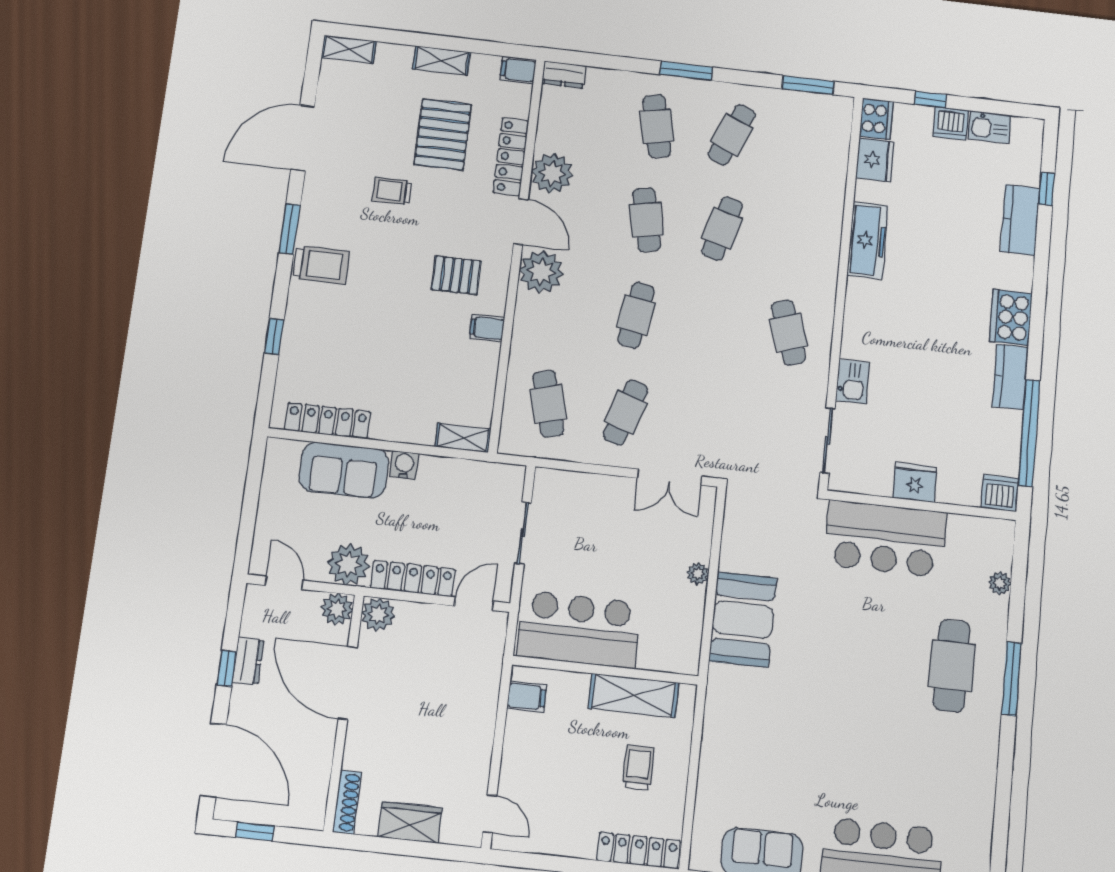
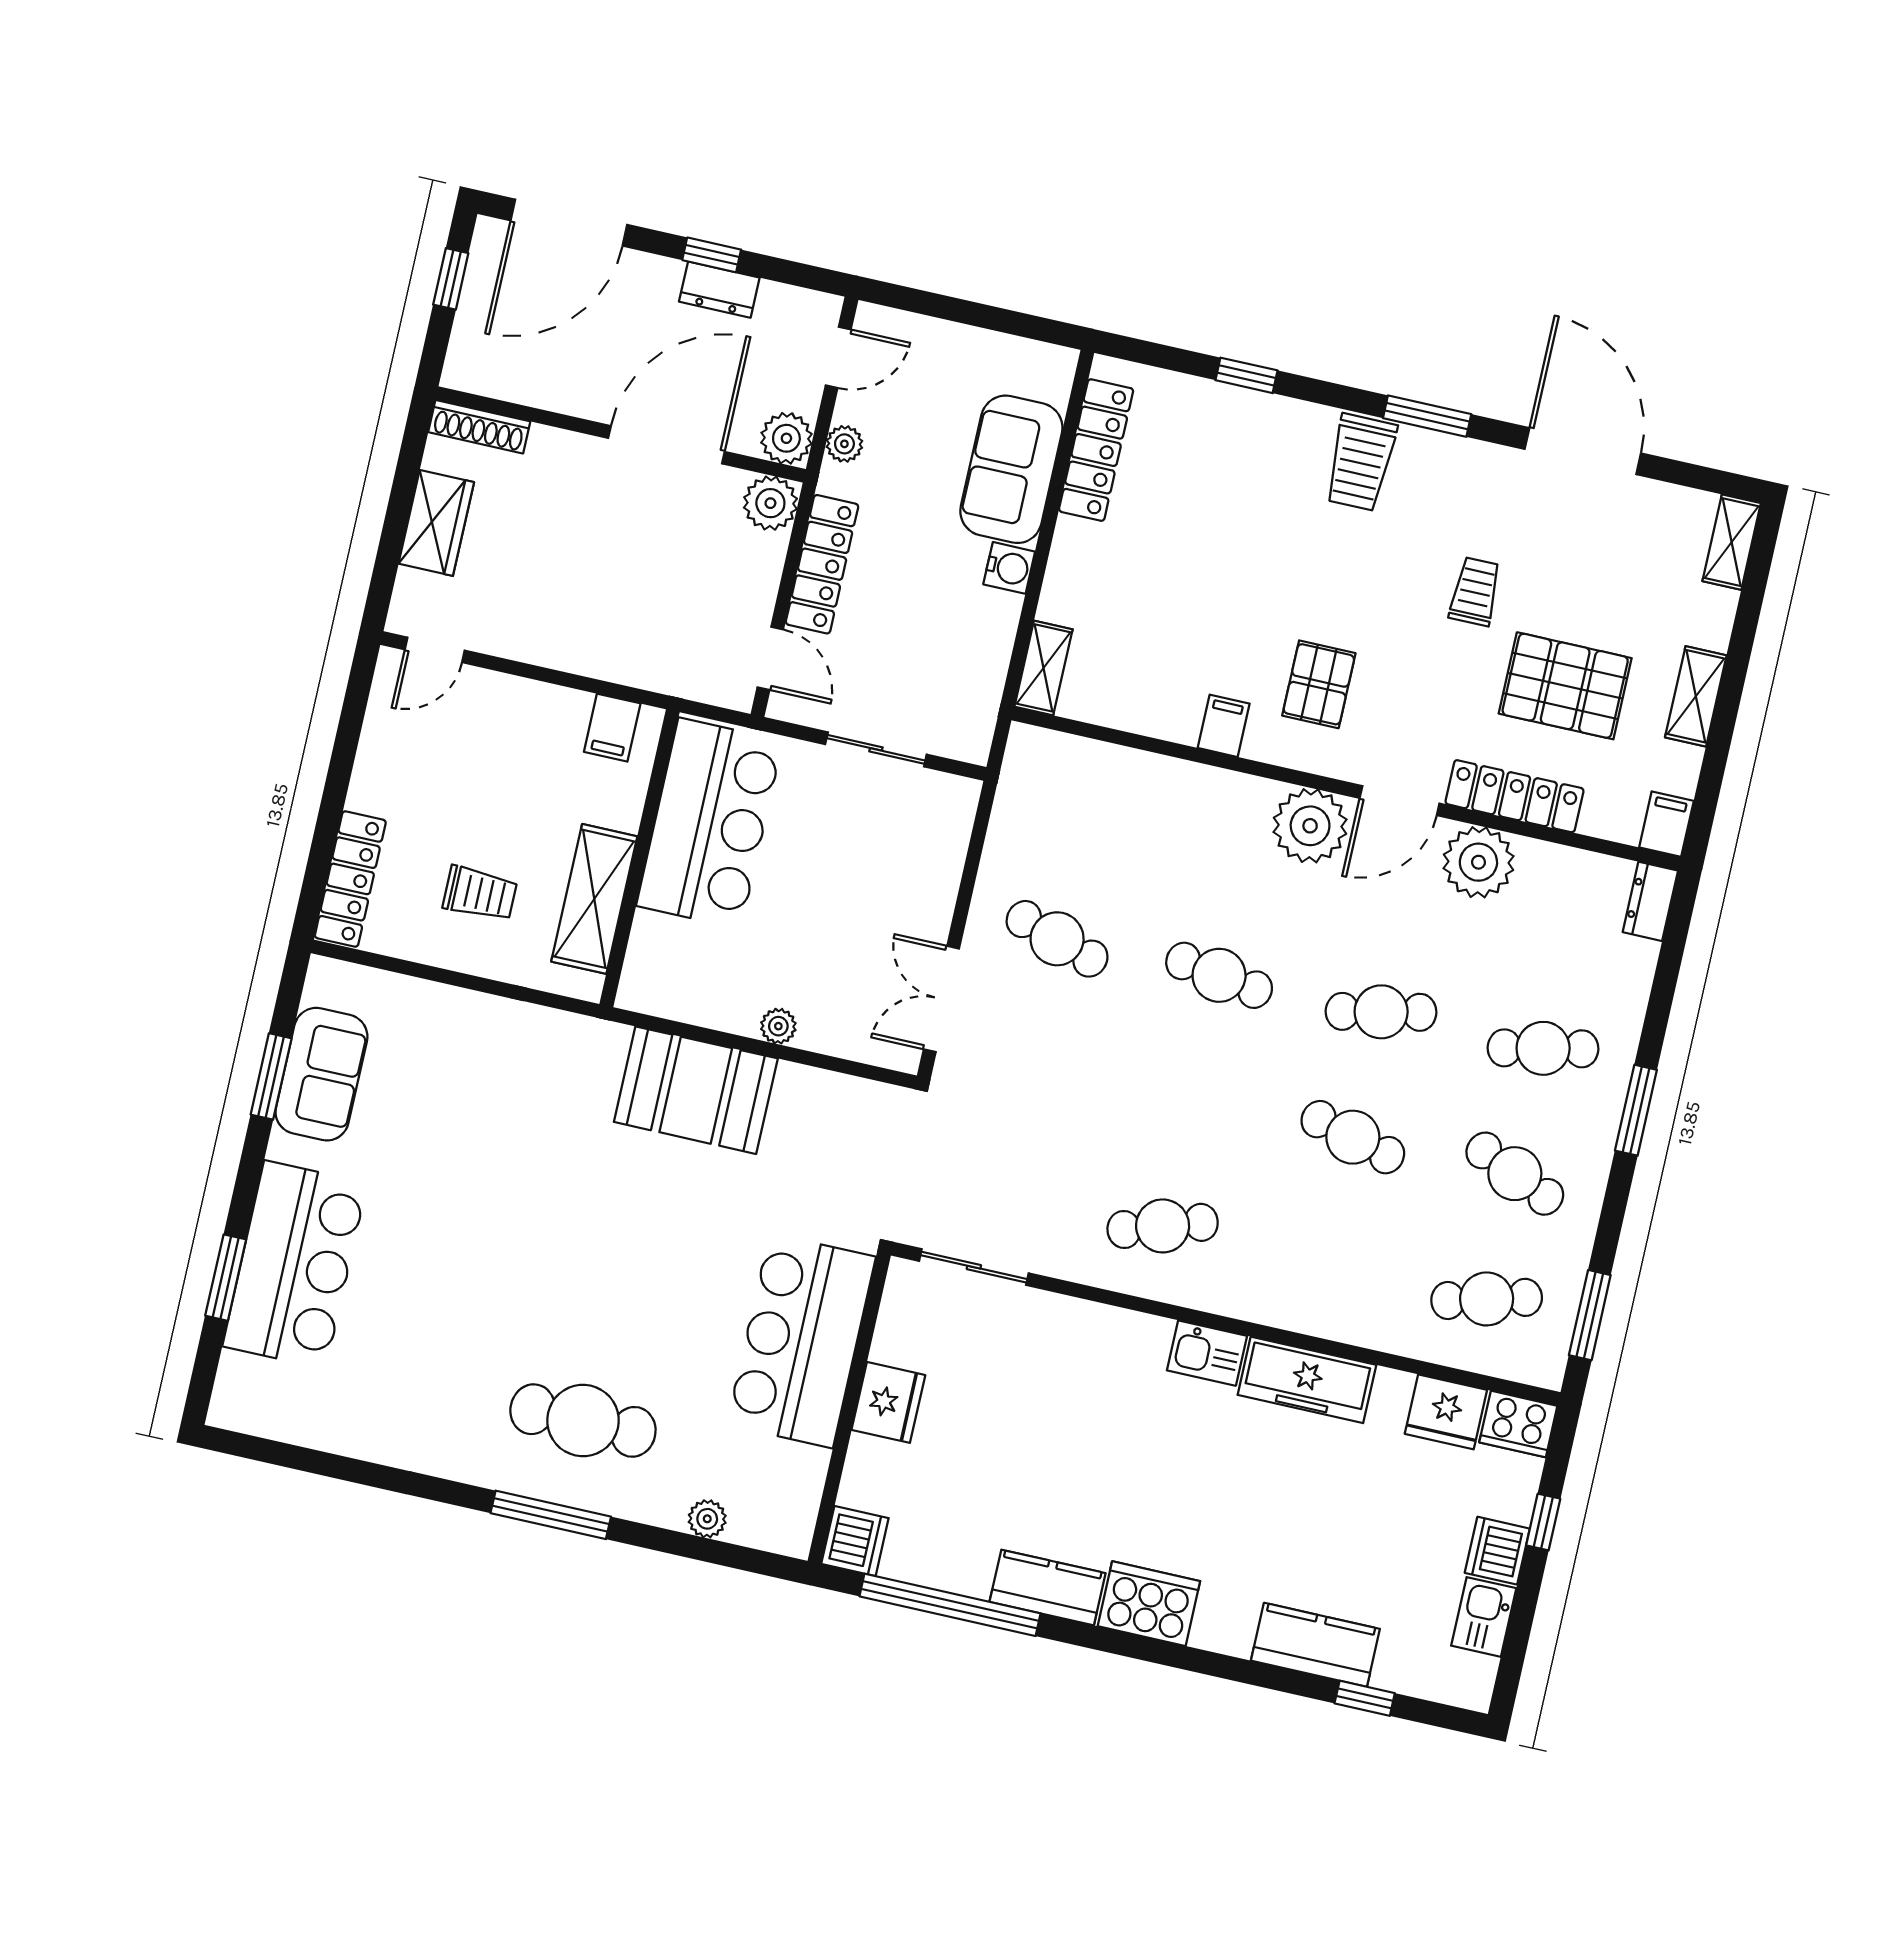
kitchen sink: (852, 381) -> (1207, 1353), moved
cafe table: (548, 404) -> (1487, 1299), moved
plant: (348, 564) -> (844, 444), width x0.53, depth x0.53

